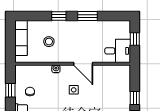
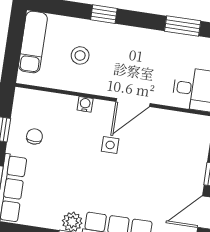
window: (88, 16) -> (183, 26), moved
door: (83, 64) -> (133, 103), hinge flipped

